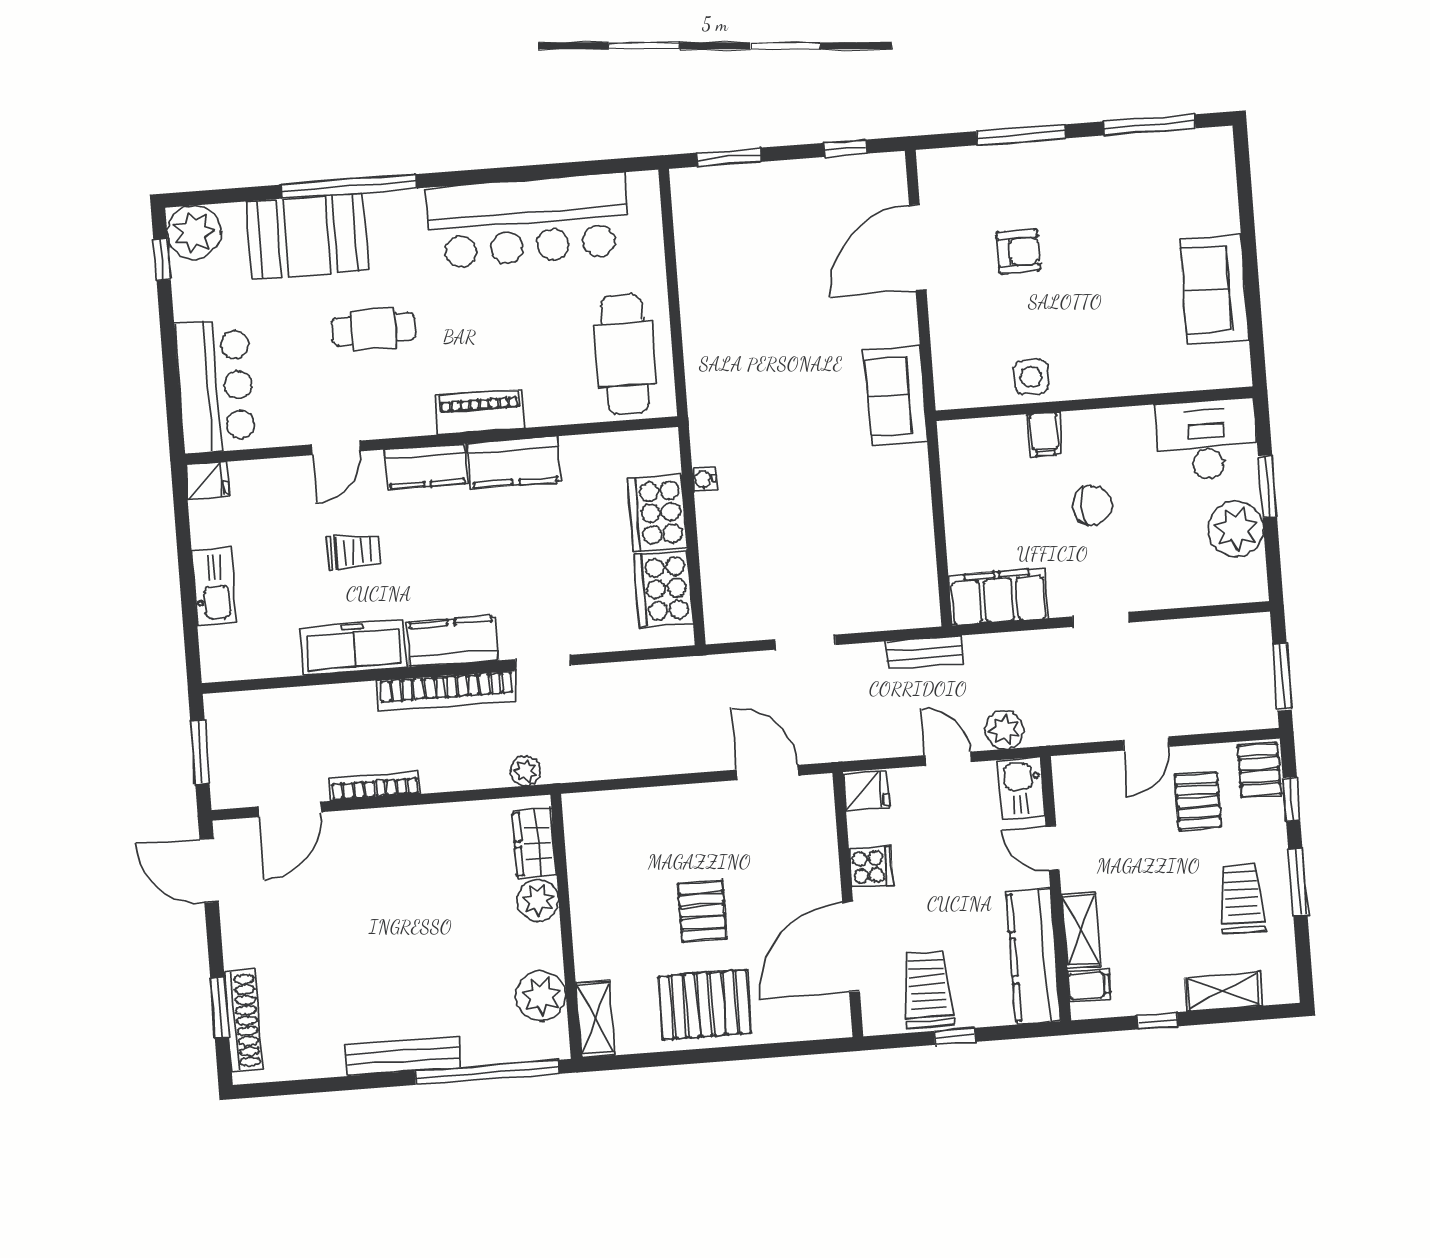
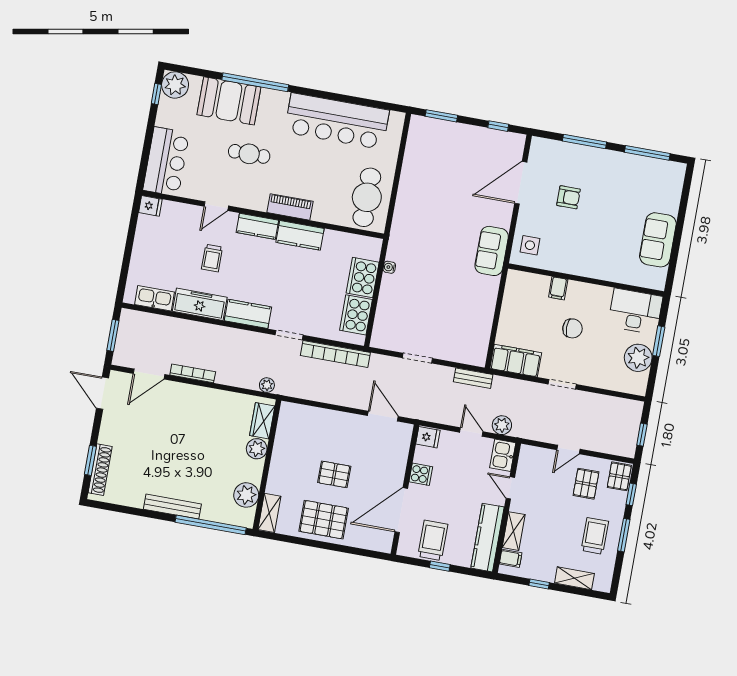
side table: (1031, 377) -> (530, 245), moved
trolley: (354, 551) -> (212, 258), turned 90
kitchen sink: (214, 587) -> (155, 298), moved, turned -90
window: (1282, 677) -> (642, 435), width x0.67
bookcase: (446, 691) -> (335, 354), moved
pallet: (702, 911) -> (334, 474), turned 90

